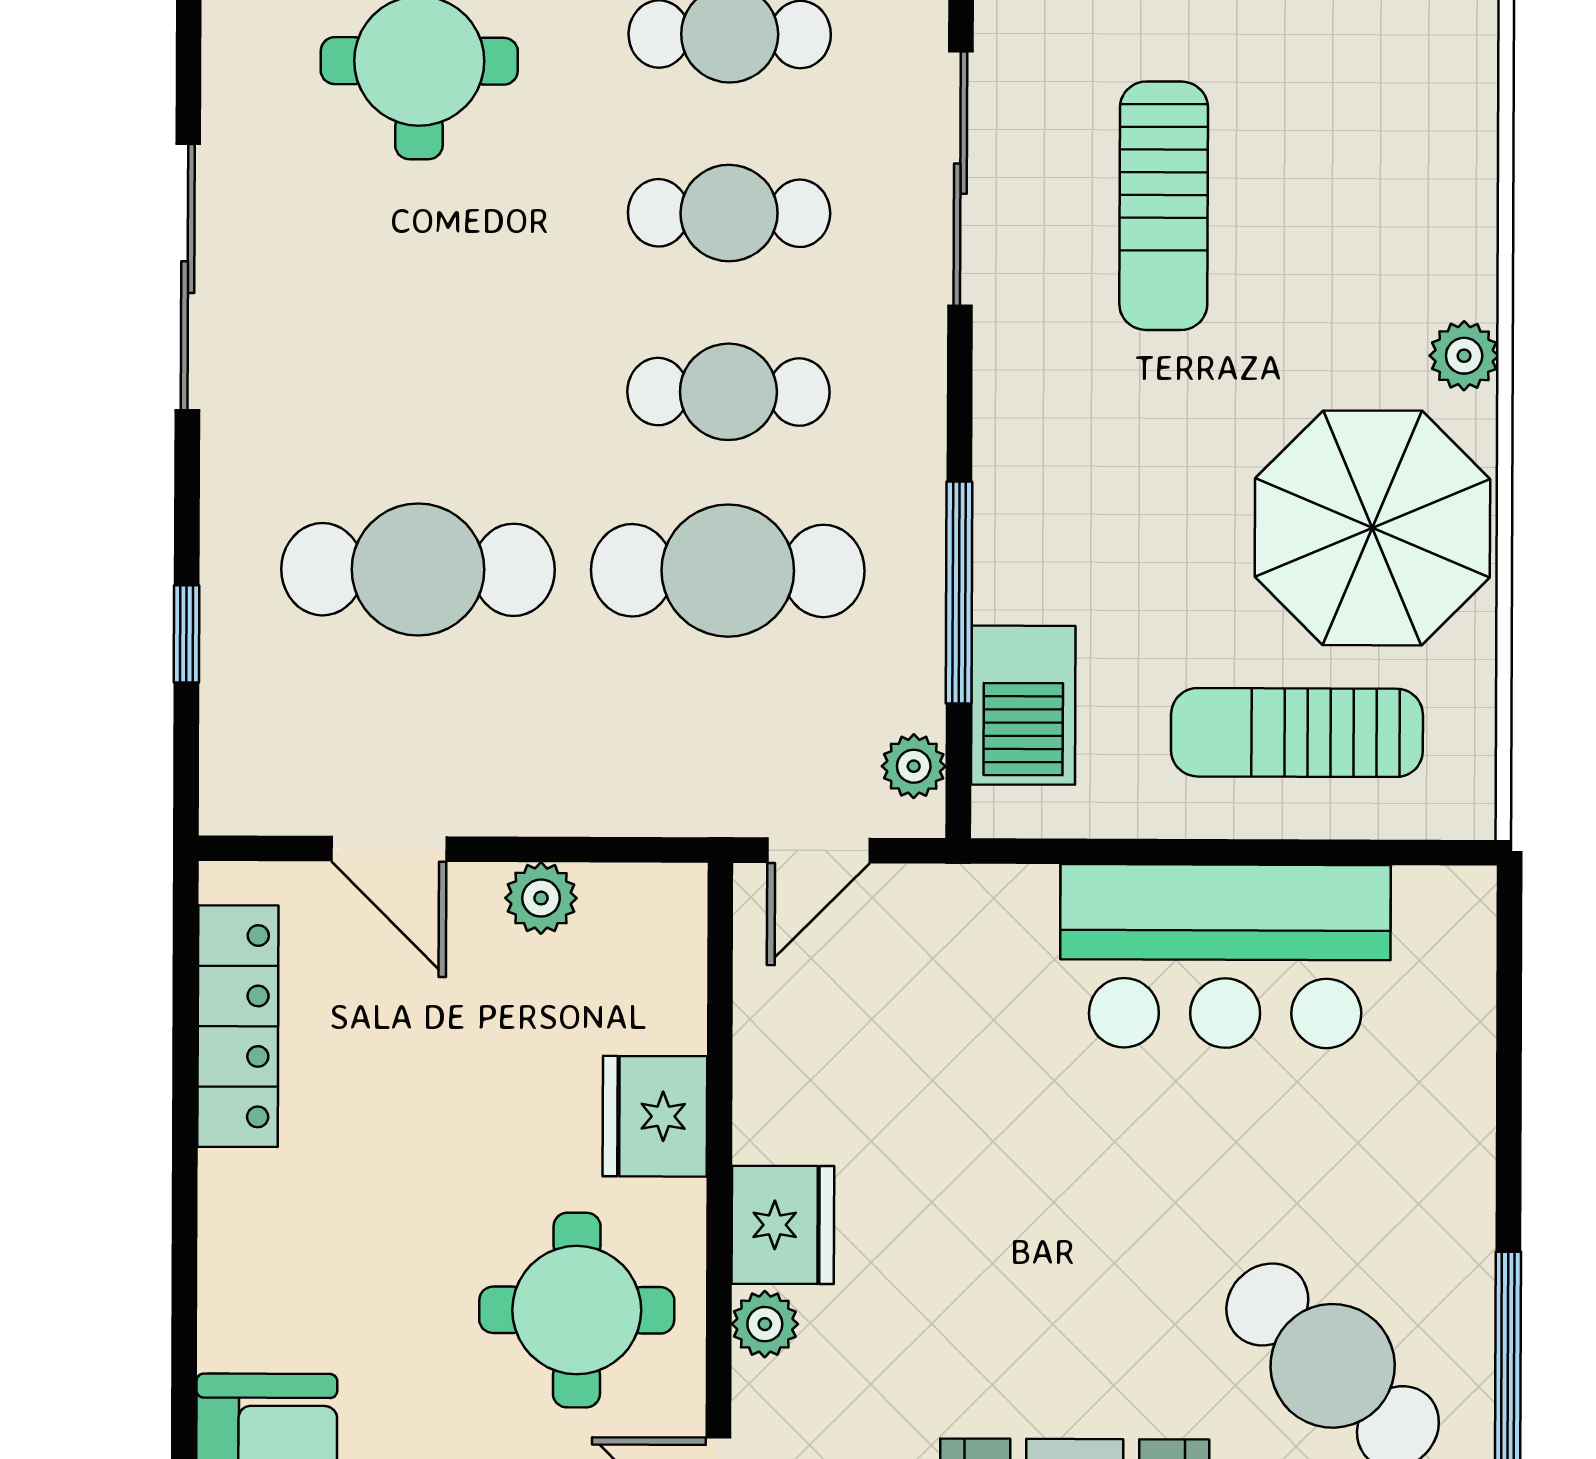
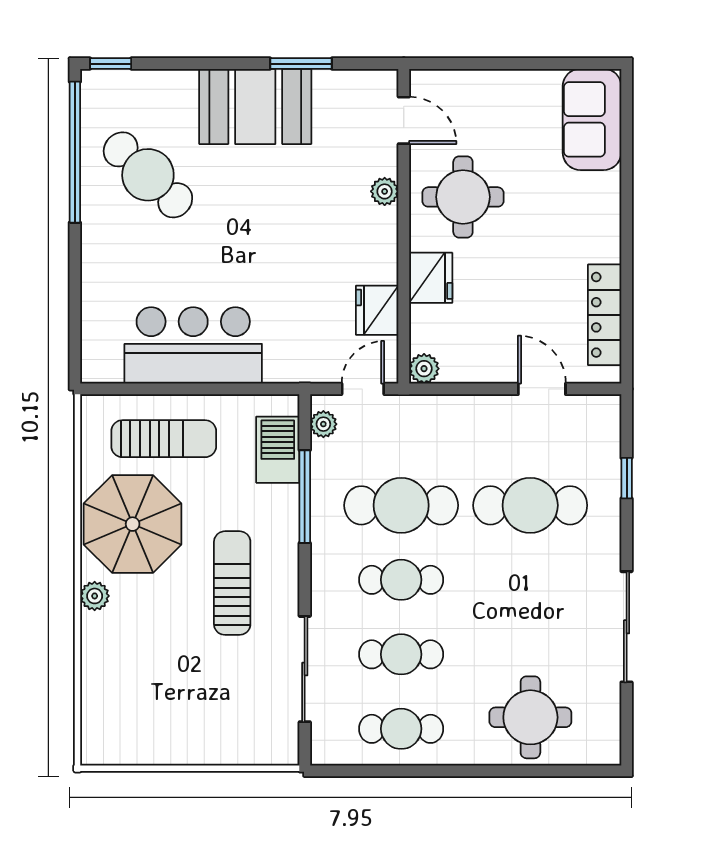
sun lounger: (1164, 206) -> (232, 583), moved
plant: (541, 898) -> (424, 369), moved
fridge: (783, 1225) -> (377, 310), moved

